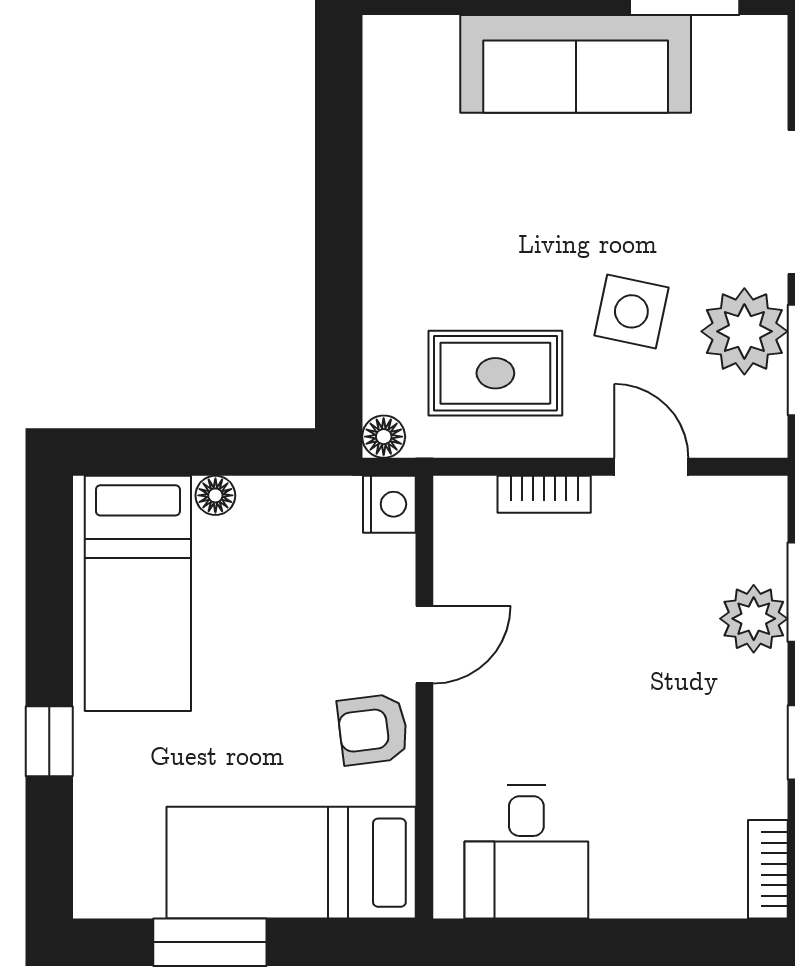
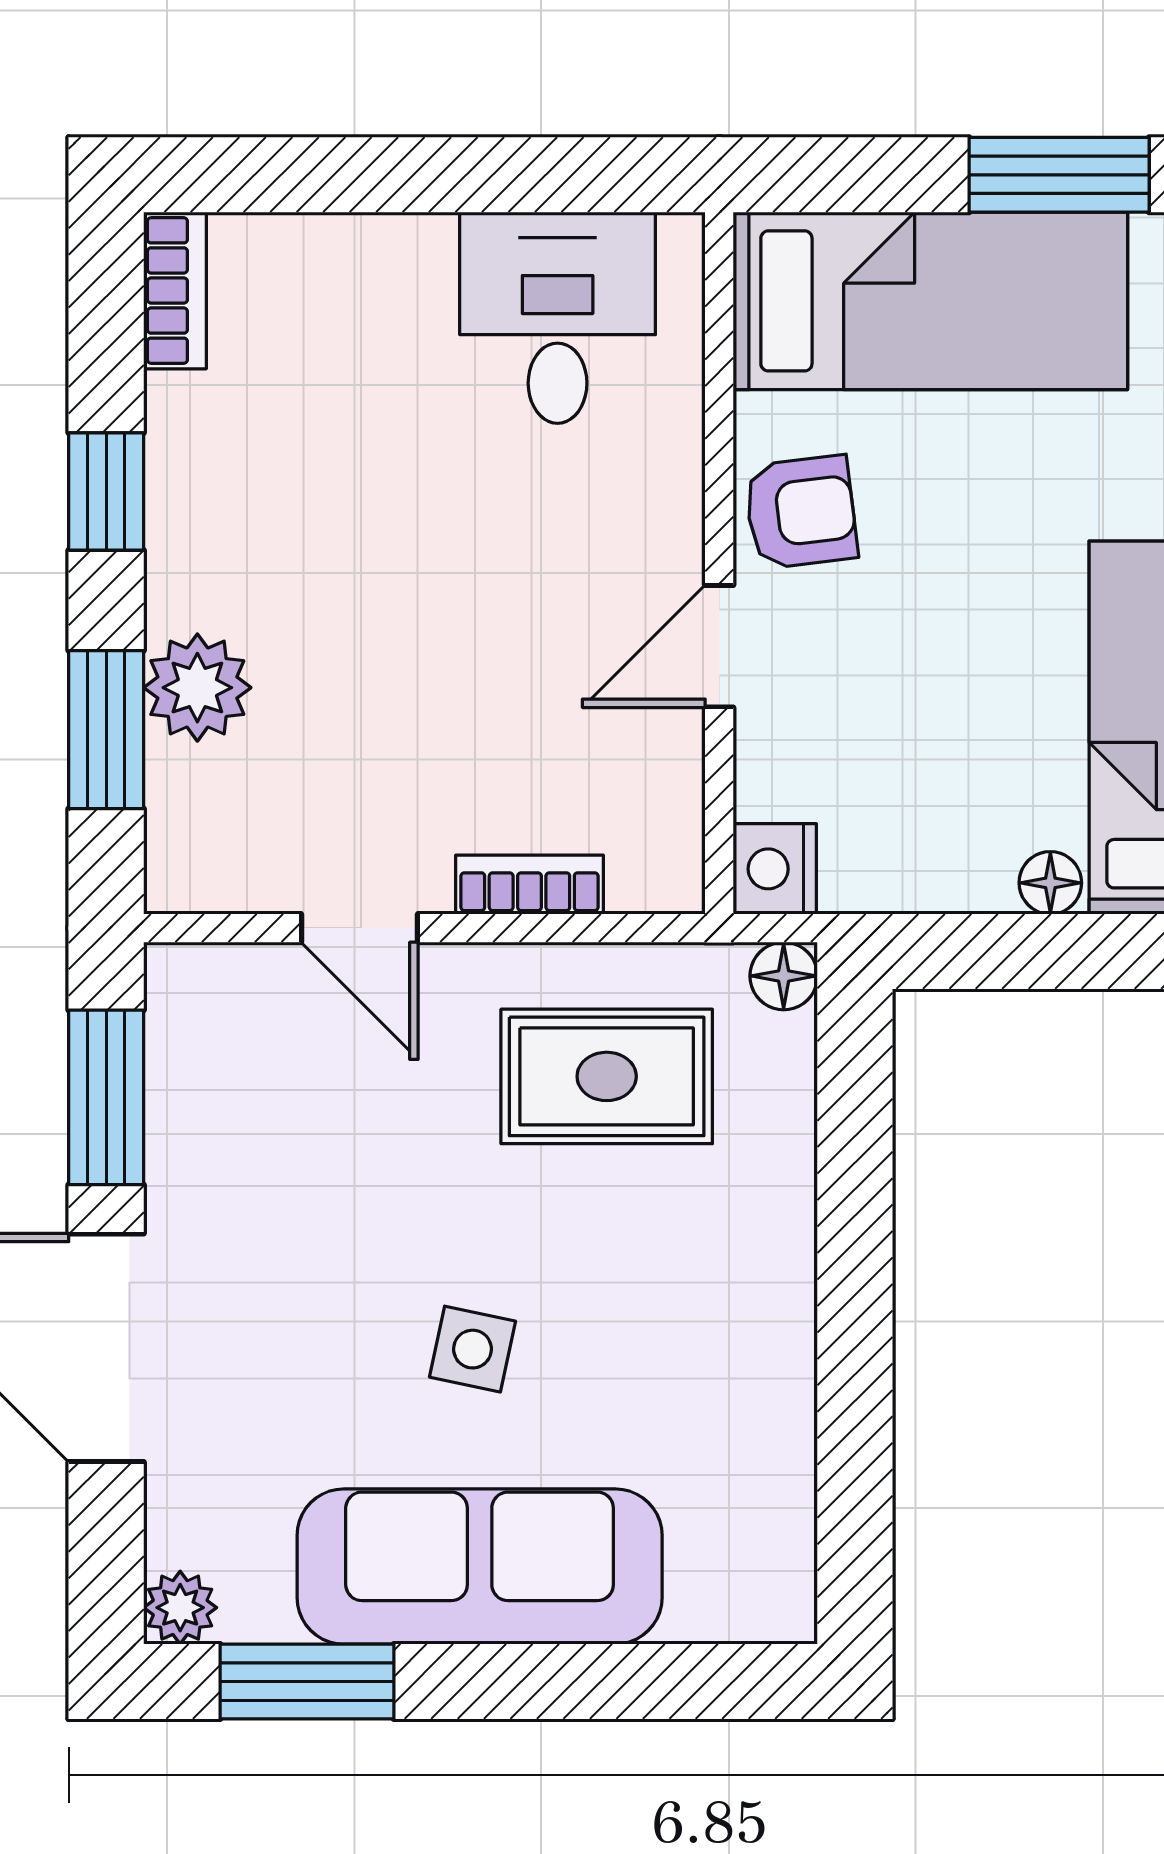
side table: (631, 311) -> (472, 1349), moved, width x0.73, depth x0.73
plant: (744, 331) -> (180, 1608), moved, width x0.53, depth x0.53

